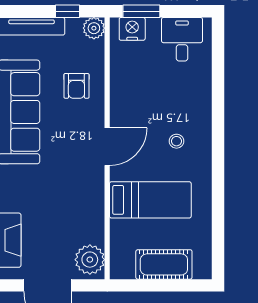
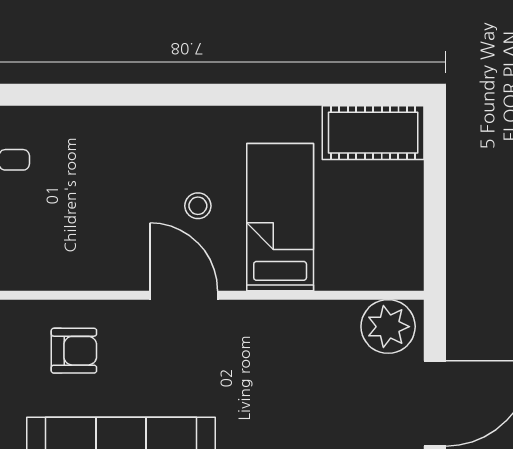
stool: (176, 141) -> (198, 206), moved
cot: (164, 264) -> (373, 133), moved, turned 90

